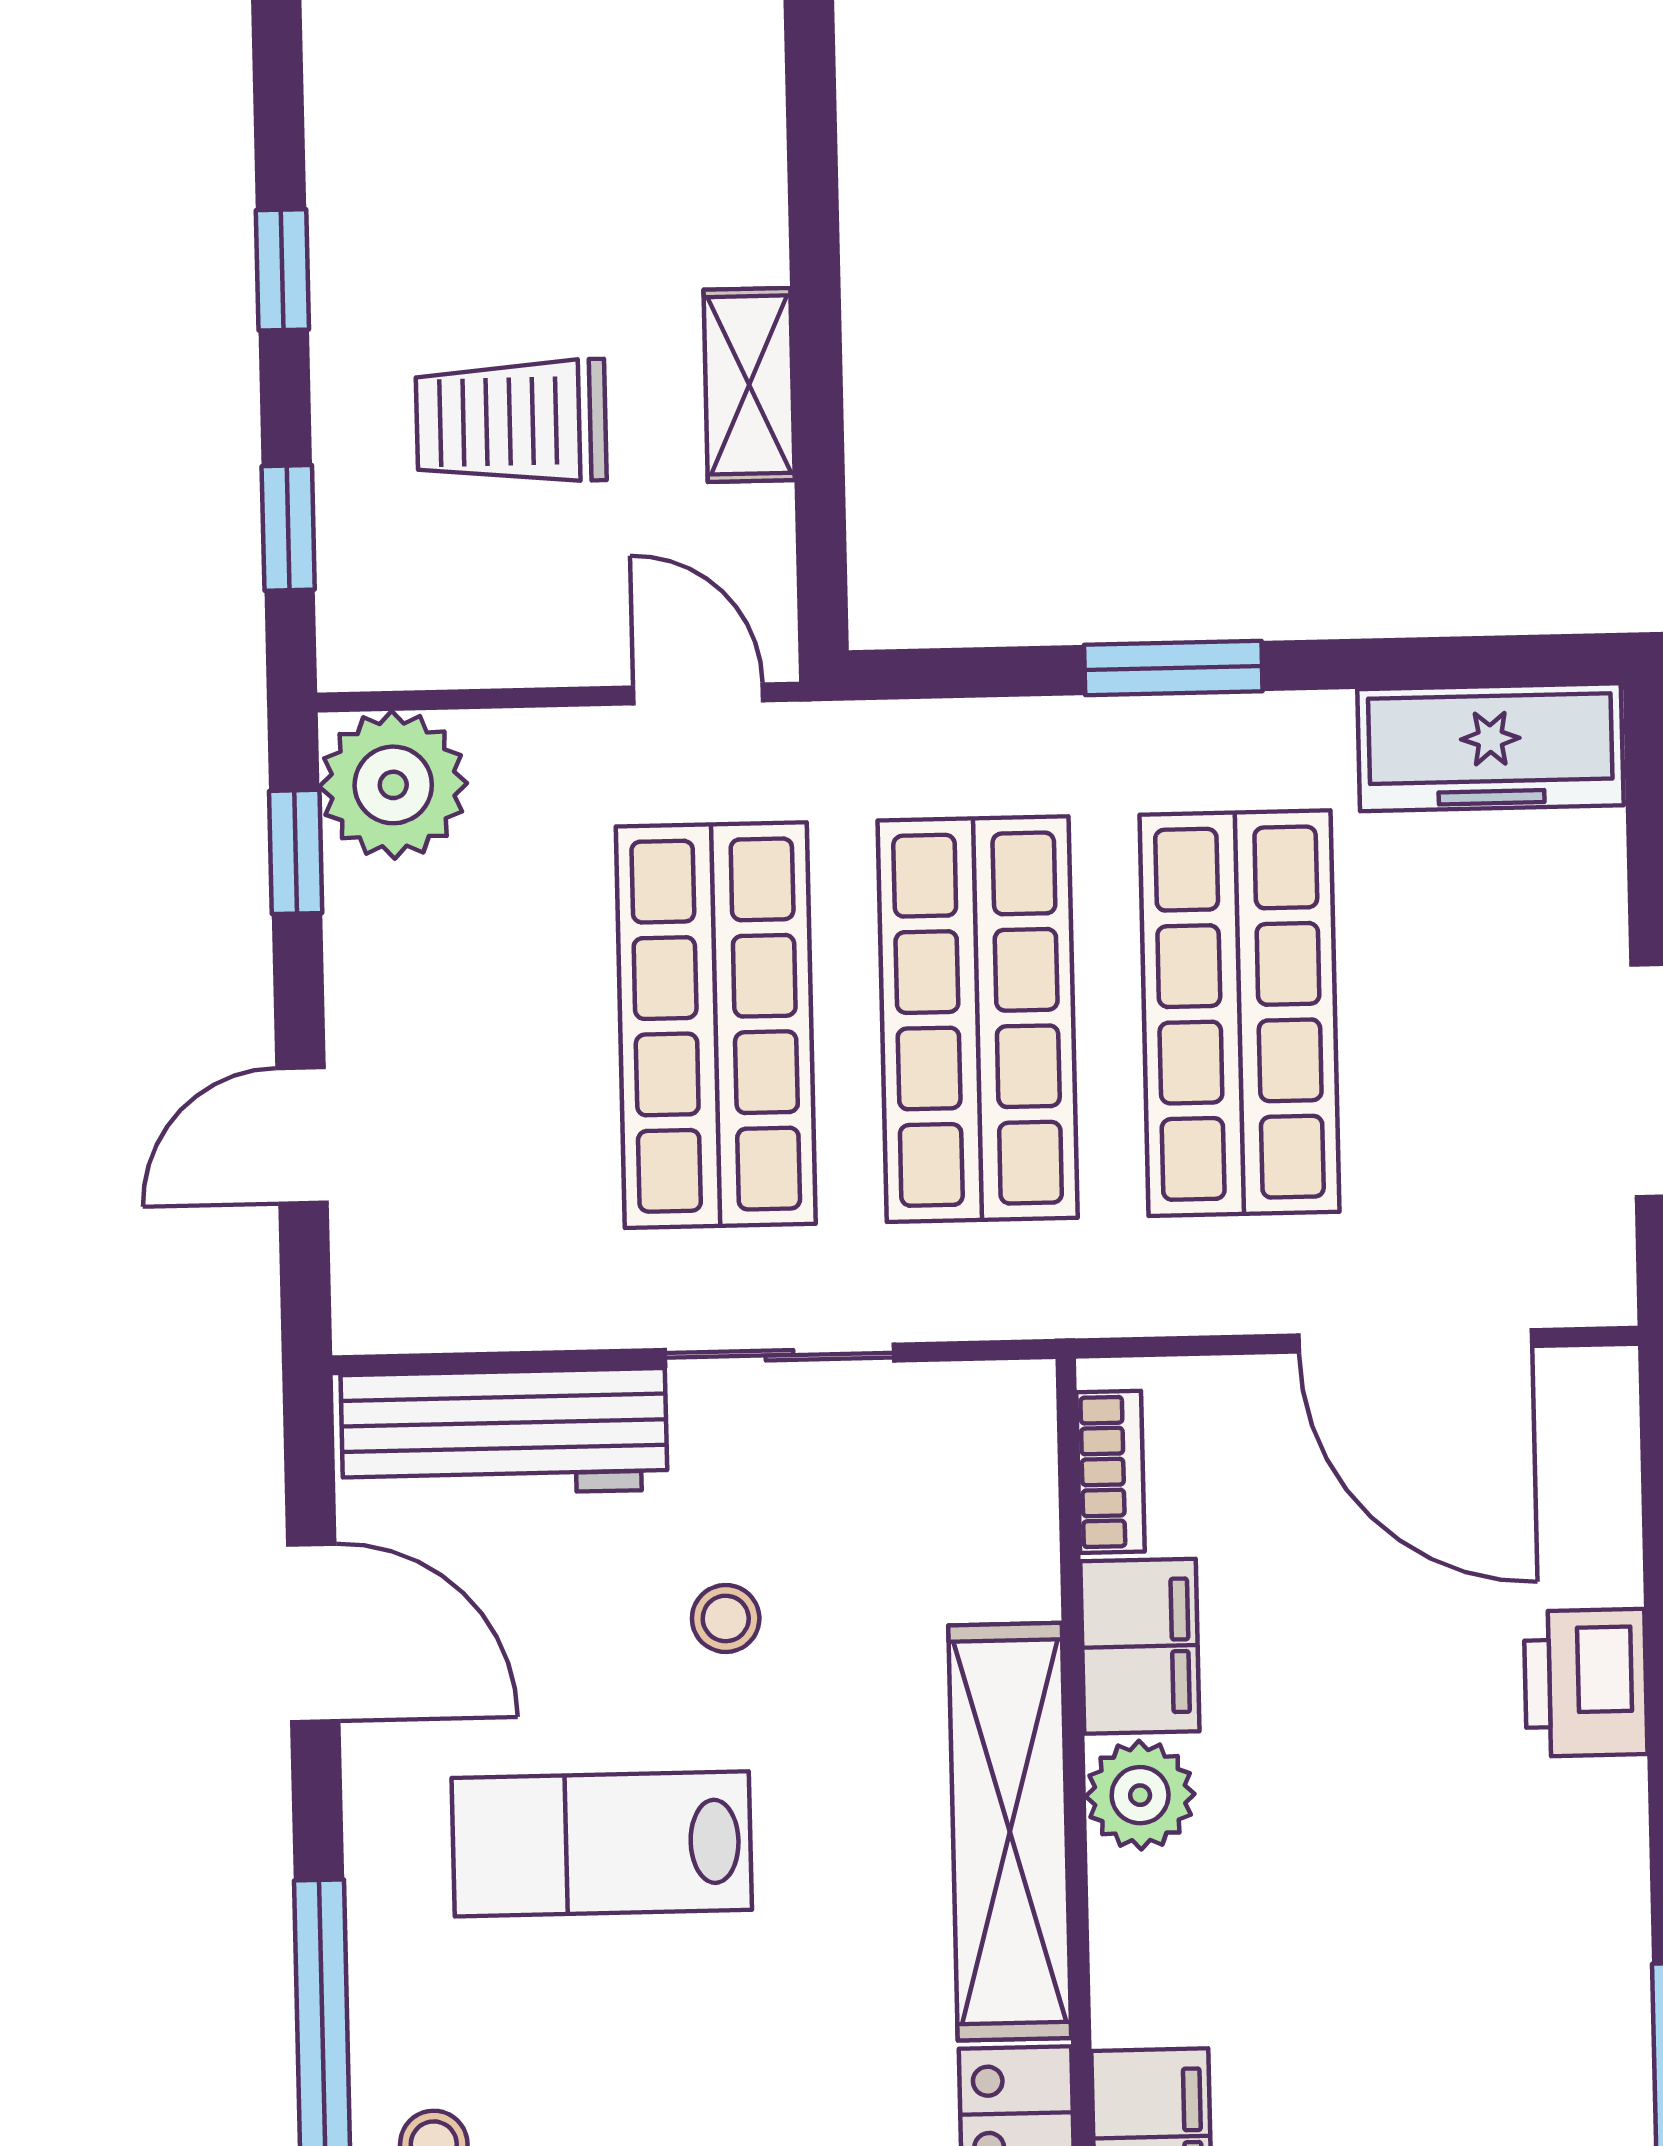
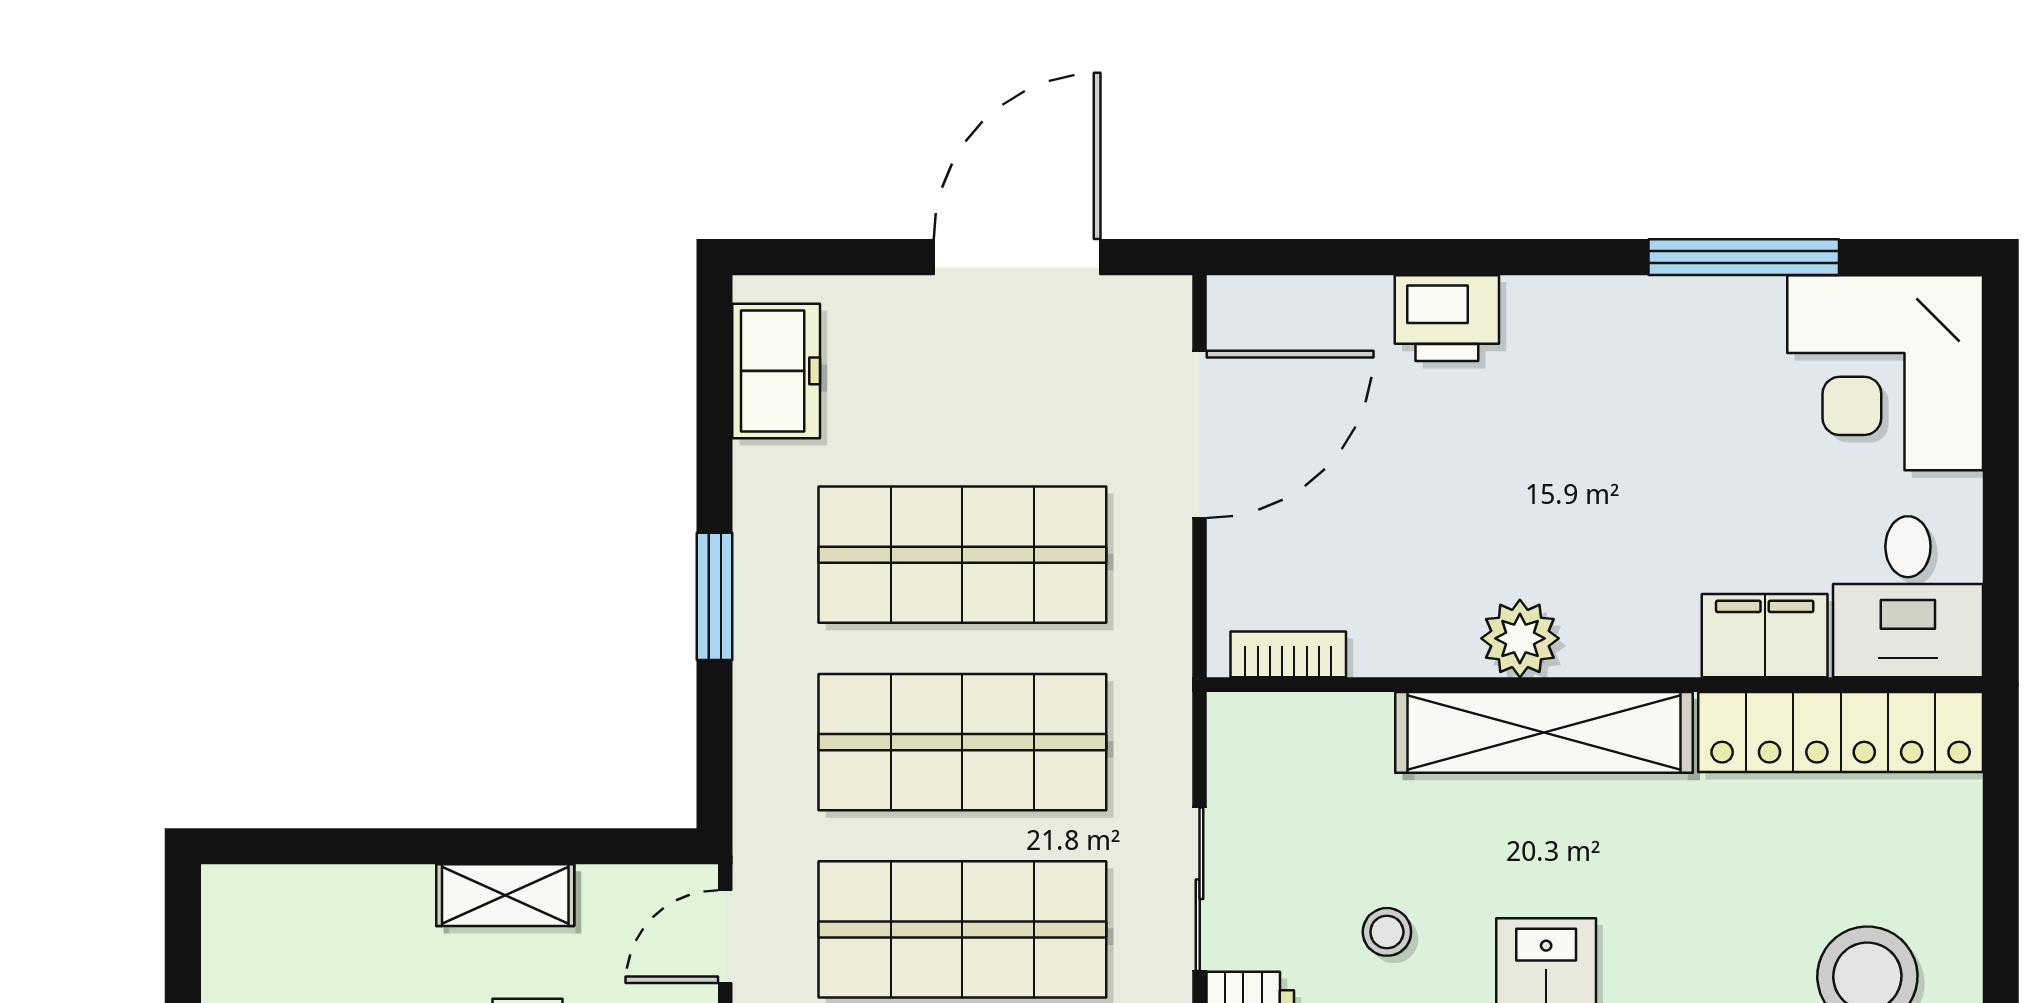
freezer: (1490, 747) -> (776, 371), width x0.71
filing cabinet: (1140, 1646) -> (1413, 636), removed

